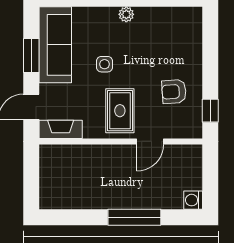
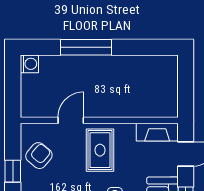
armchair: (174, 92) -> (39, 156), moved, turned -46
window: (210, 111) -> (13, 171), moved

